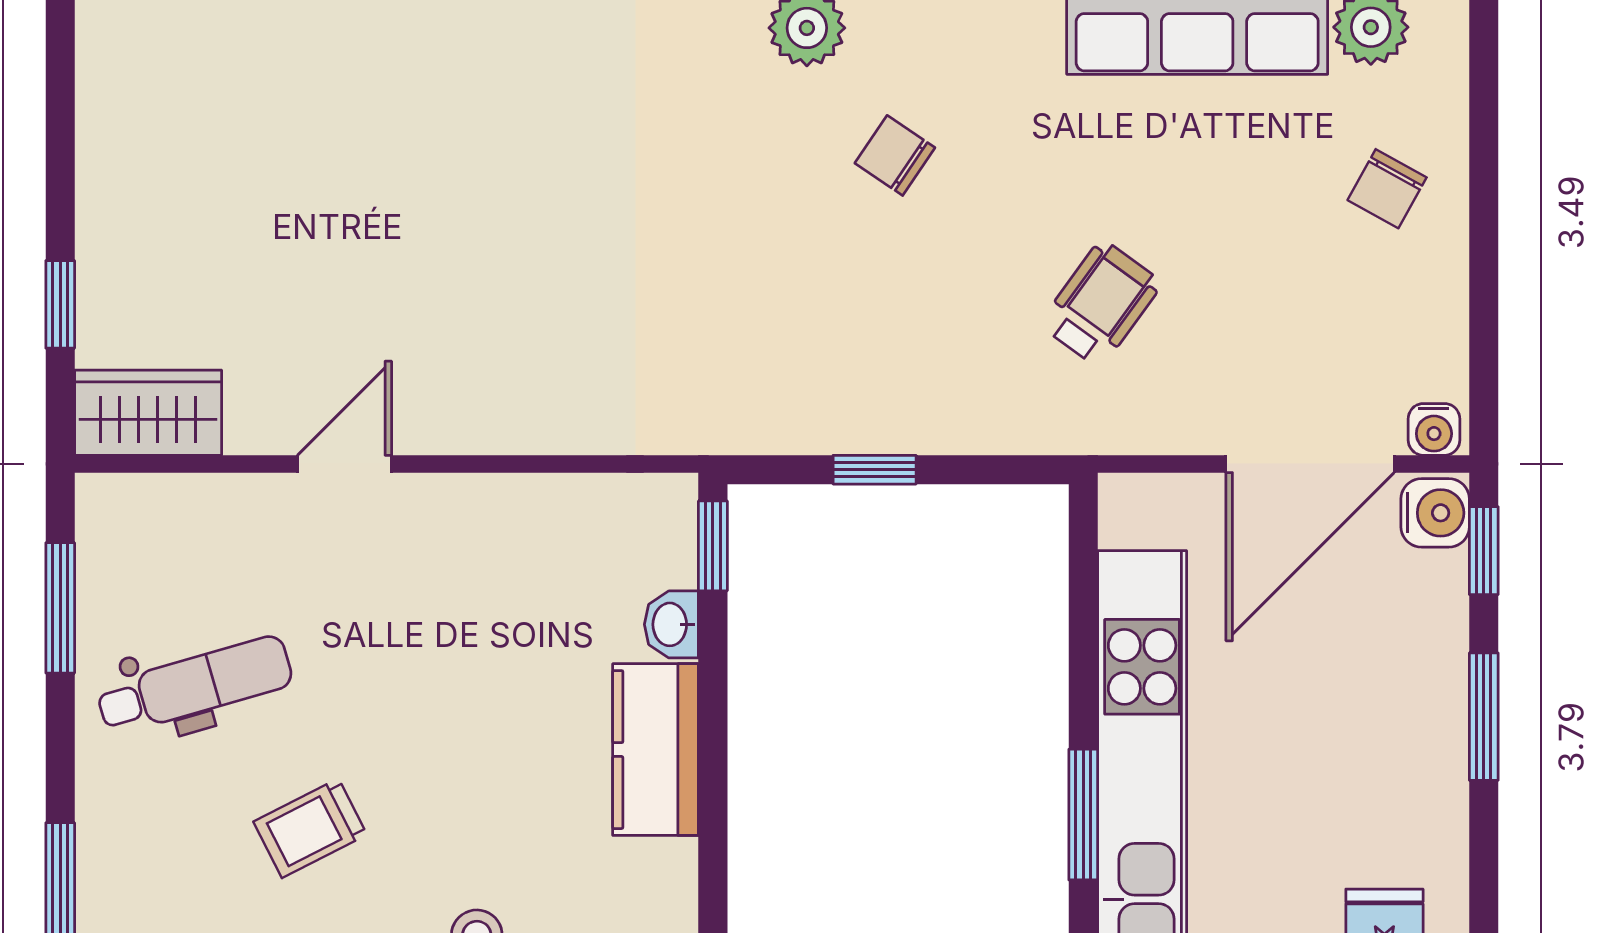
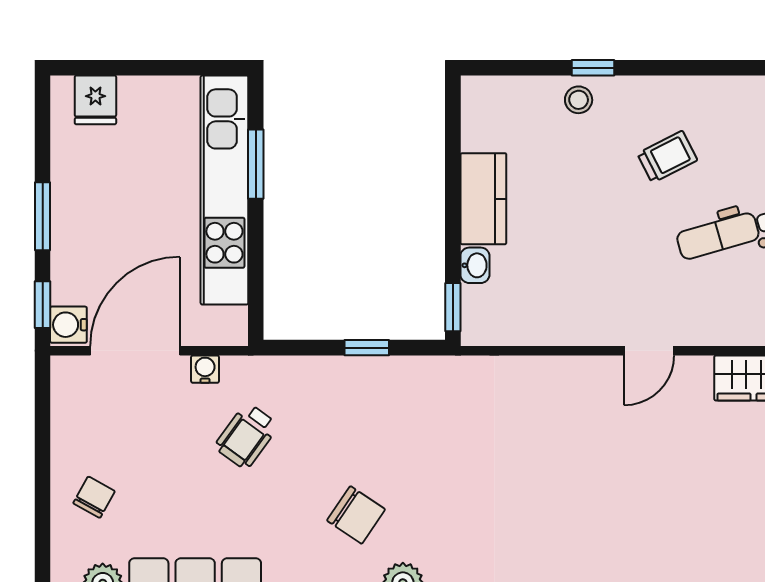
chair: (895, 155) -> (356, 515), width x1.37, depth x1.37
water cooler: (1434, 429) -> (205, 369), moved

